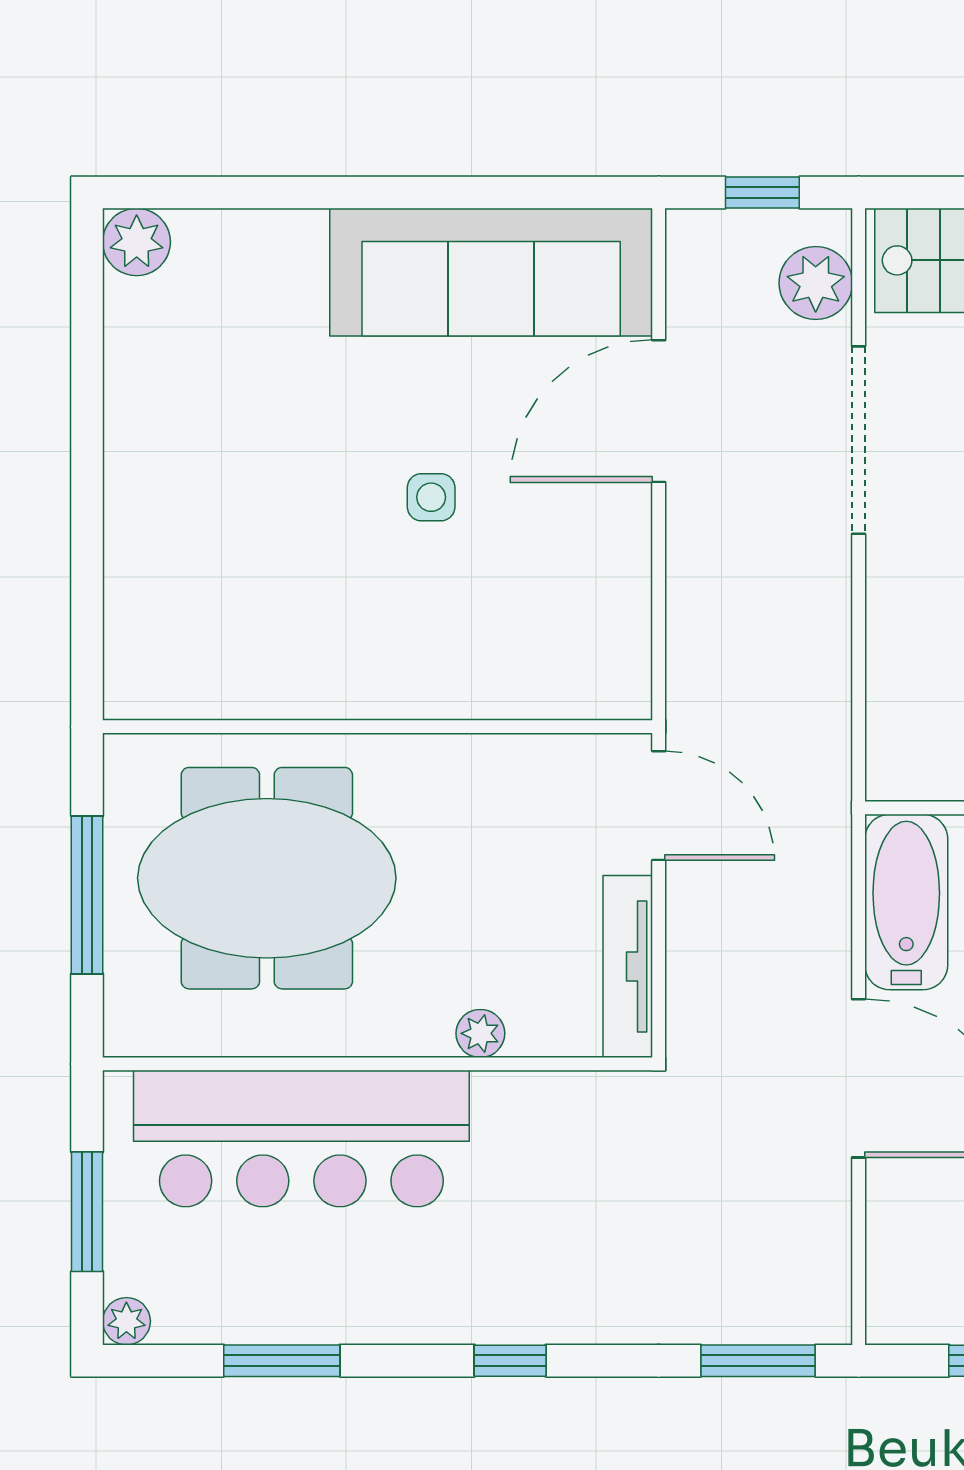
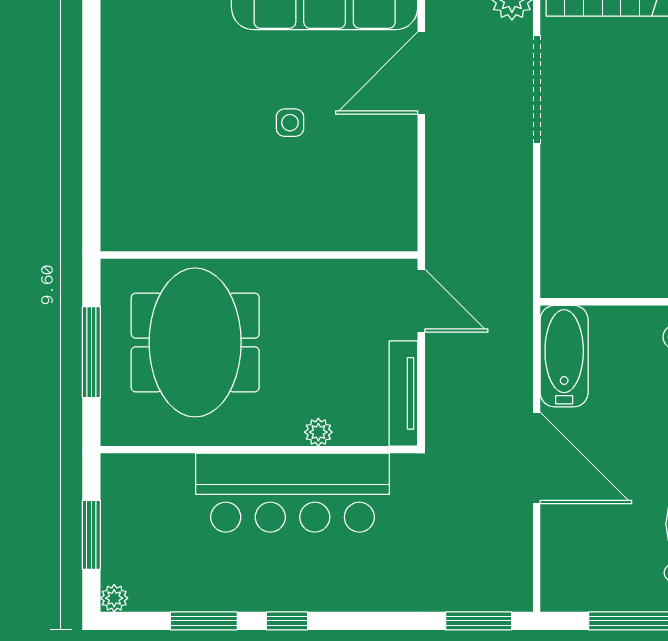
meeting table: (267, 878) -> (195, 342), turned 90
bar counter: (301, 1139) -> (293, 493), moved
window: (510, 1361) -> (287, 621), moved

